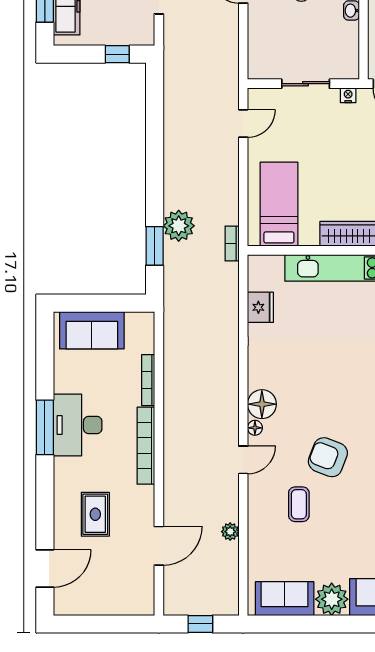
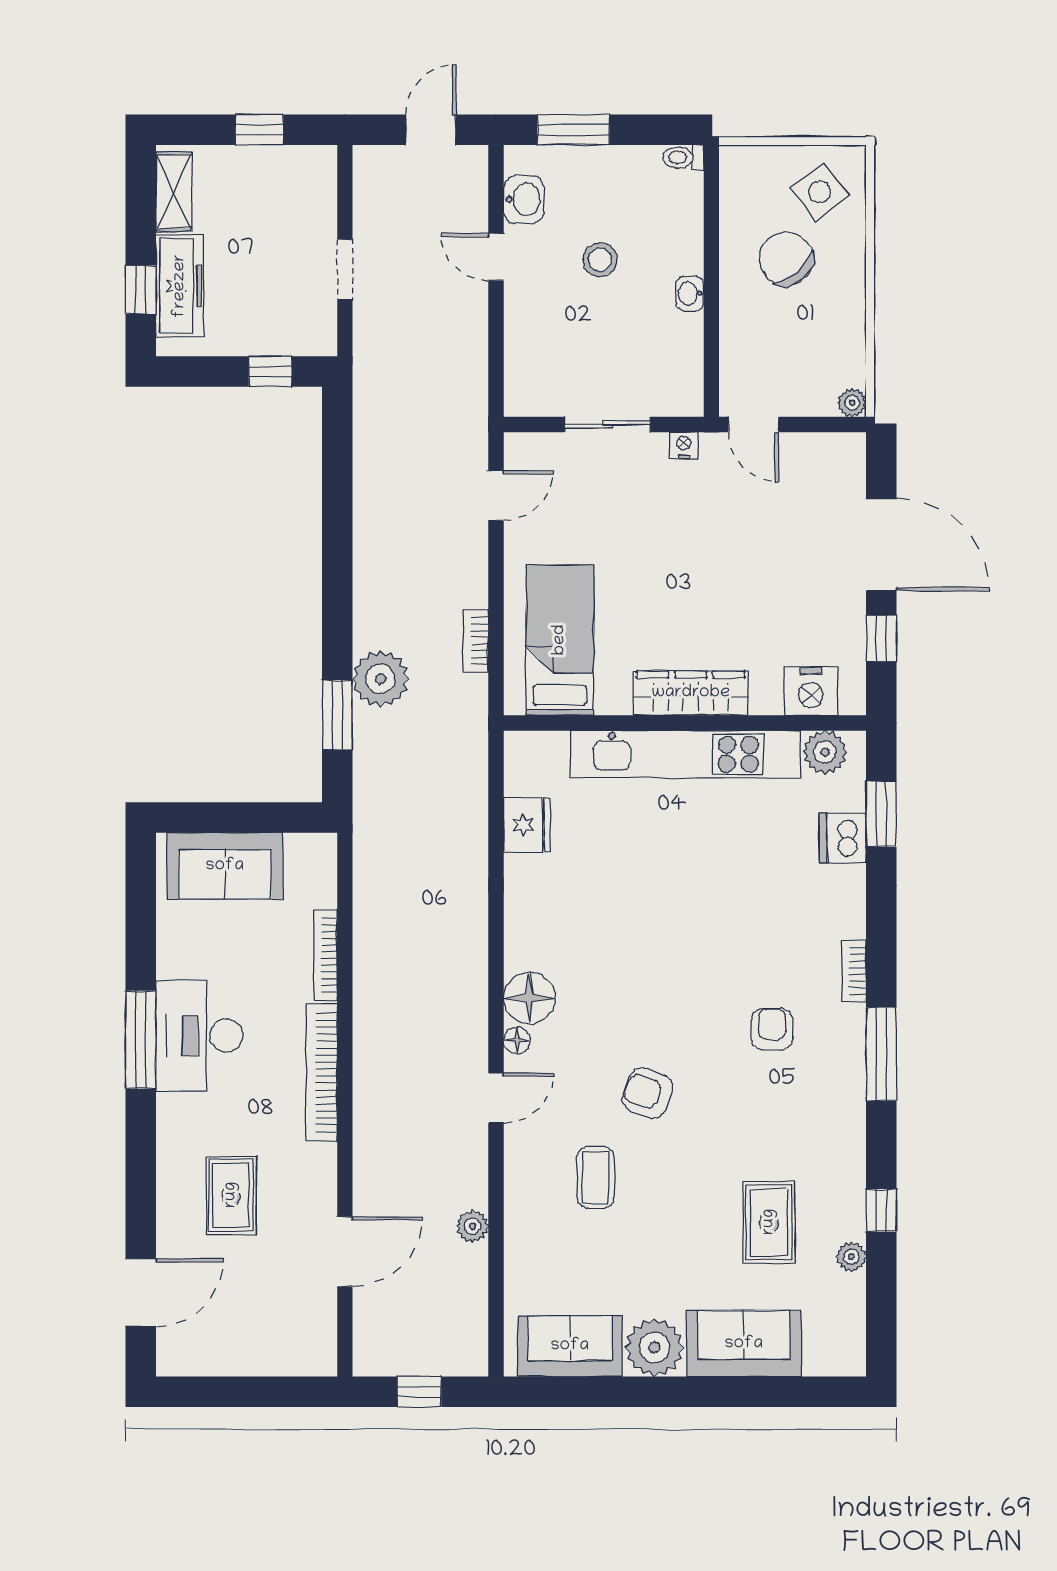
bookcase: (232, 244) -> (476, 641), moved
armchair: (328, 457) -> (648, 1093), width x0.72, depth x0.72

